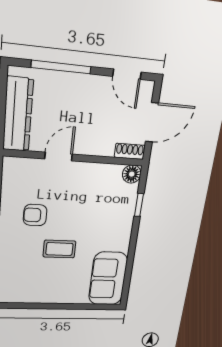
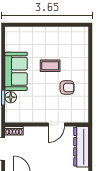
floor lamp: (132, 174) -> (11, 97), moved
sofa: (108, 279) -> (16, 71), moved

